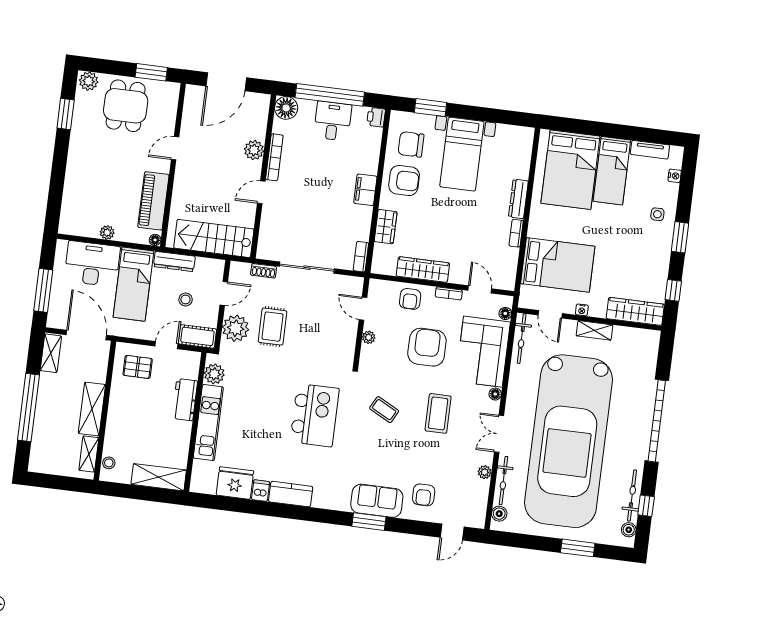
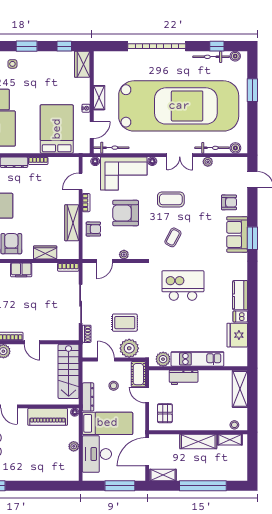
wardrobe: (635, 311) -> (82, 64), width x0.67

